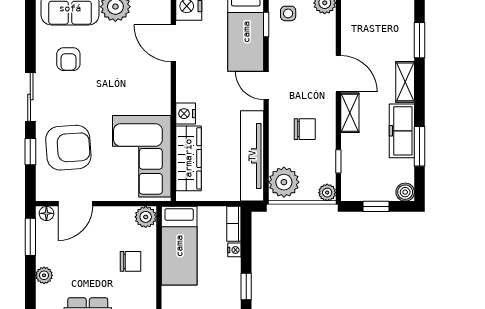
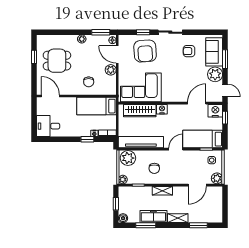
door: (338, 74) -> (197, 185), moved
plant: (146, 217) -> (111, 70), moved
window: (246, 287) -> (87, 139), moved

